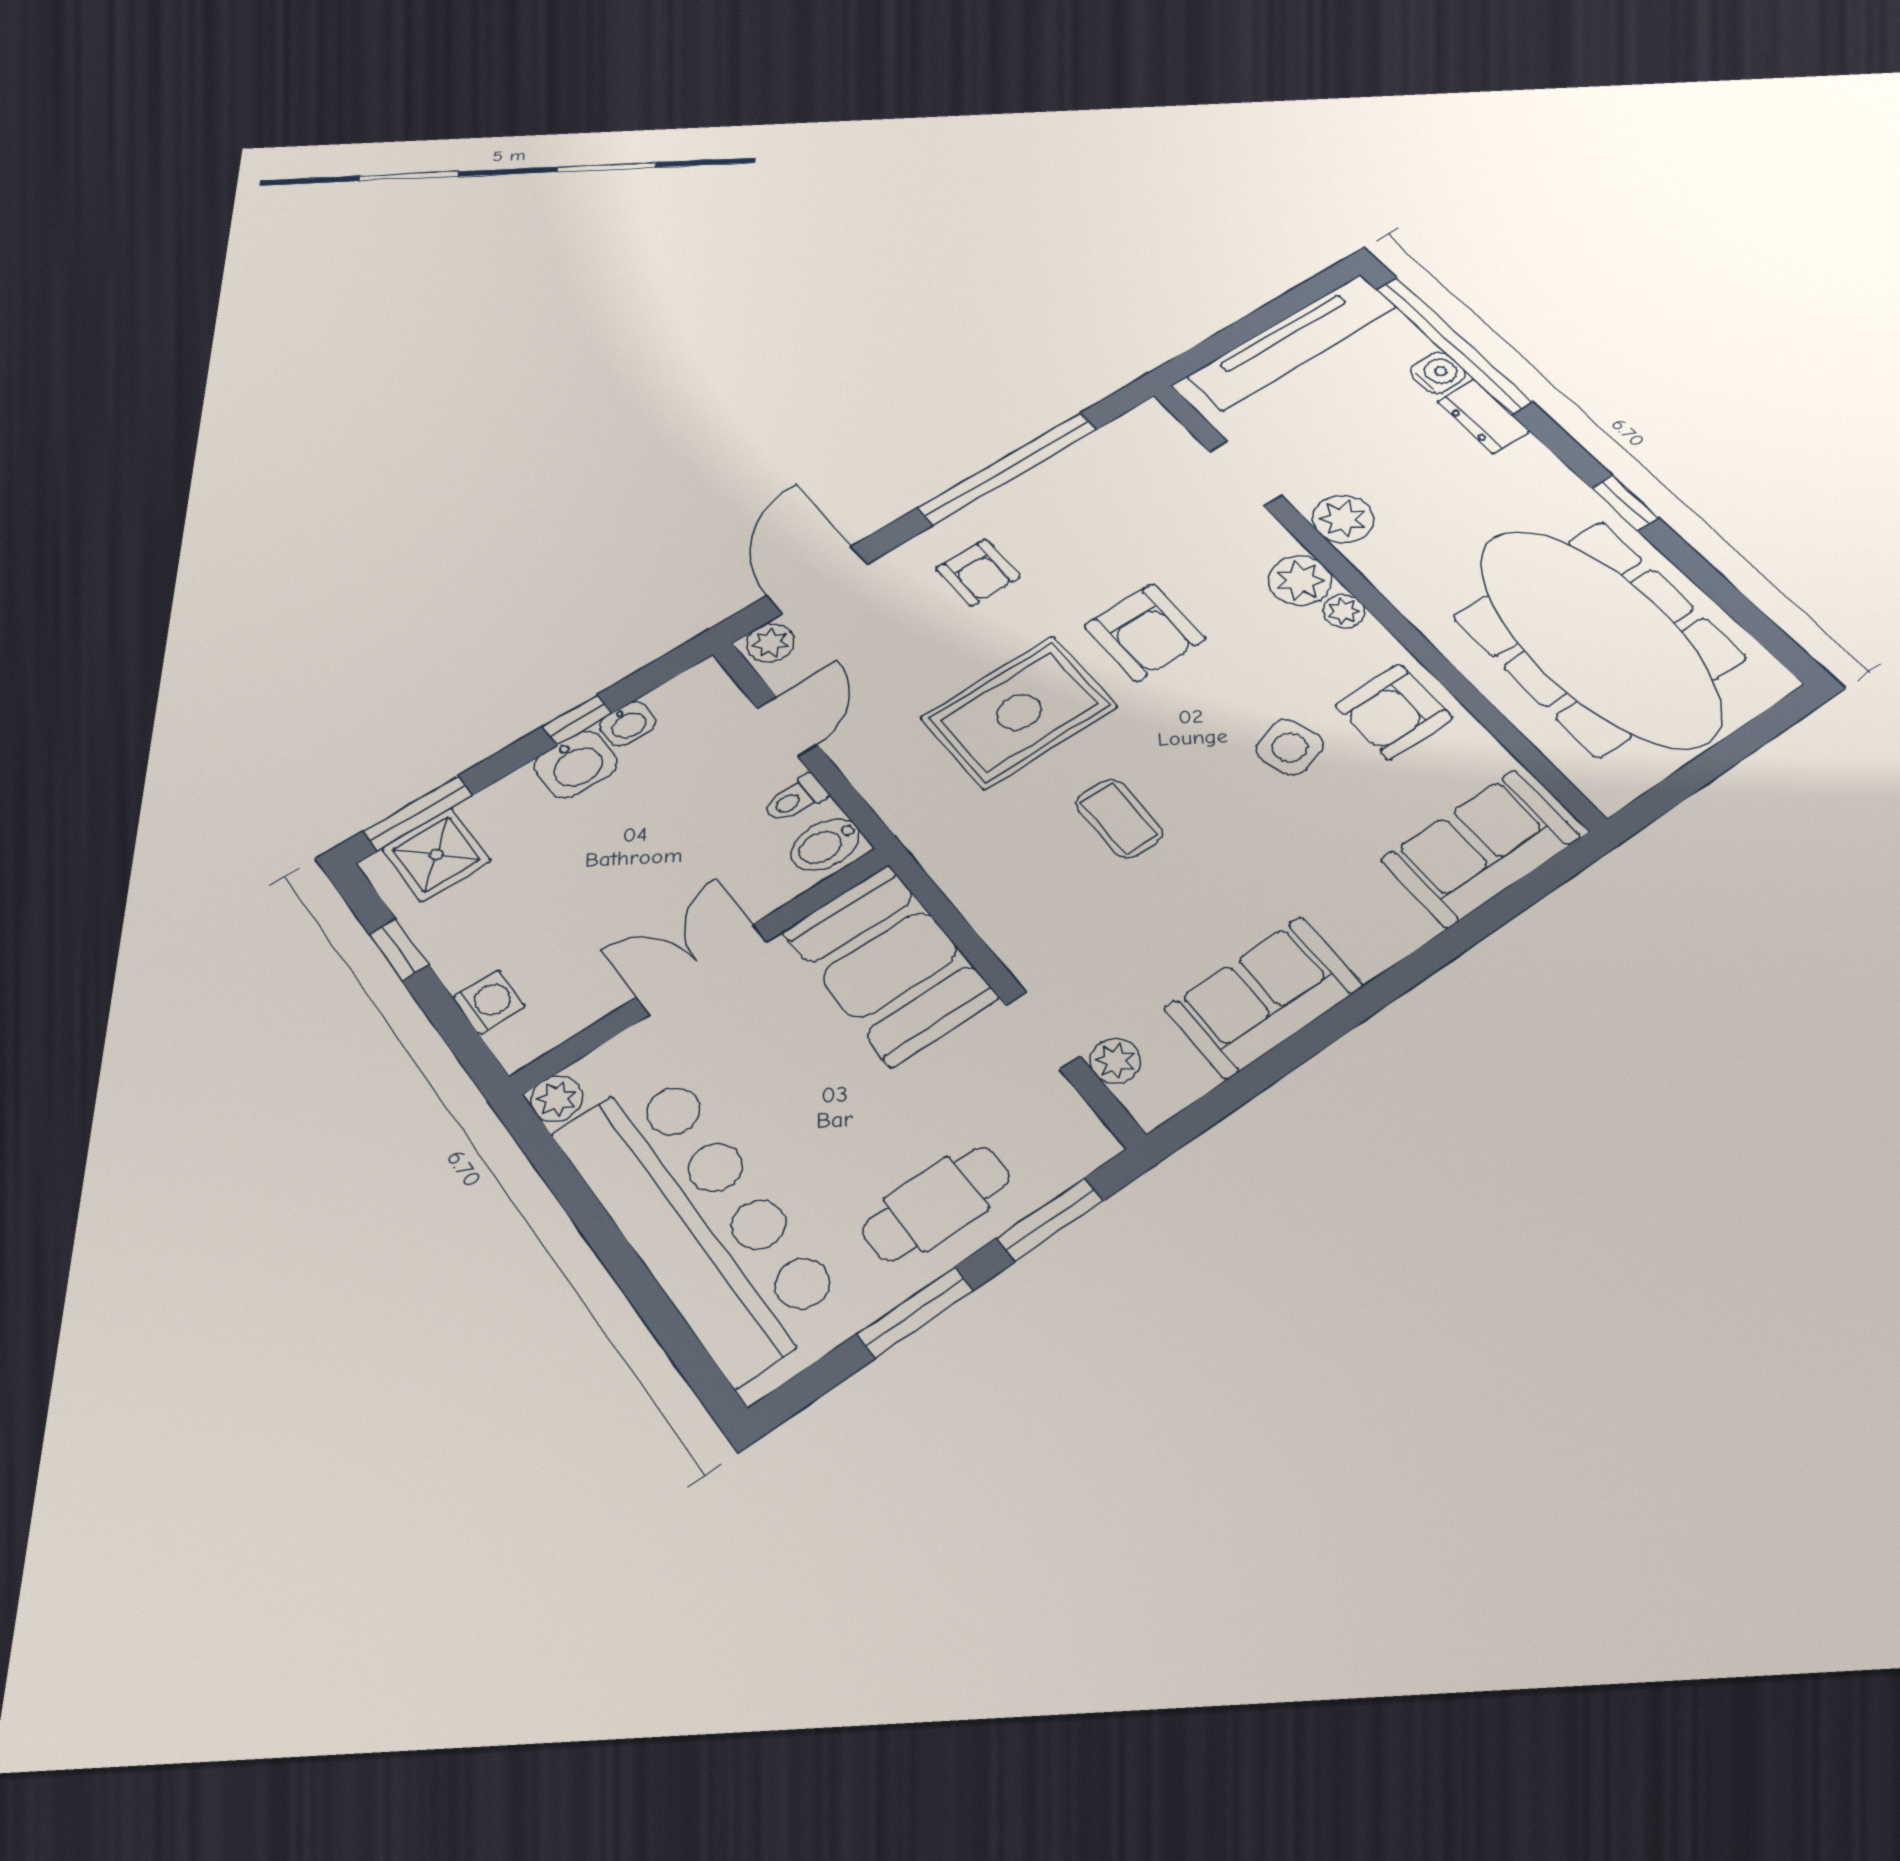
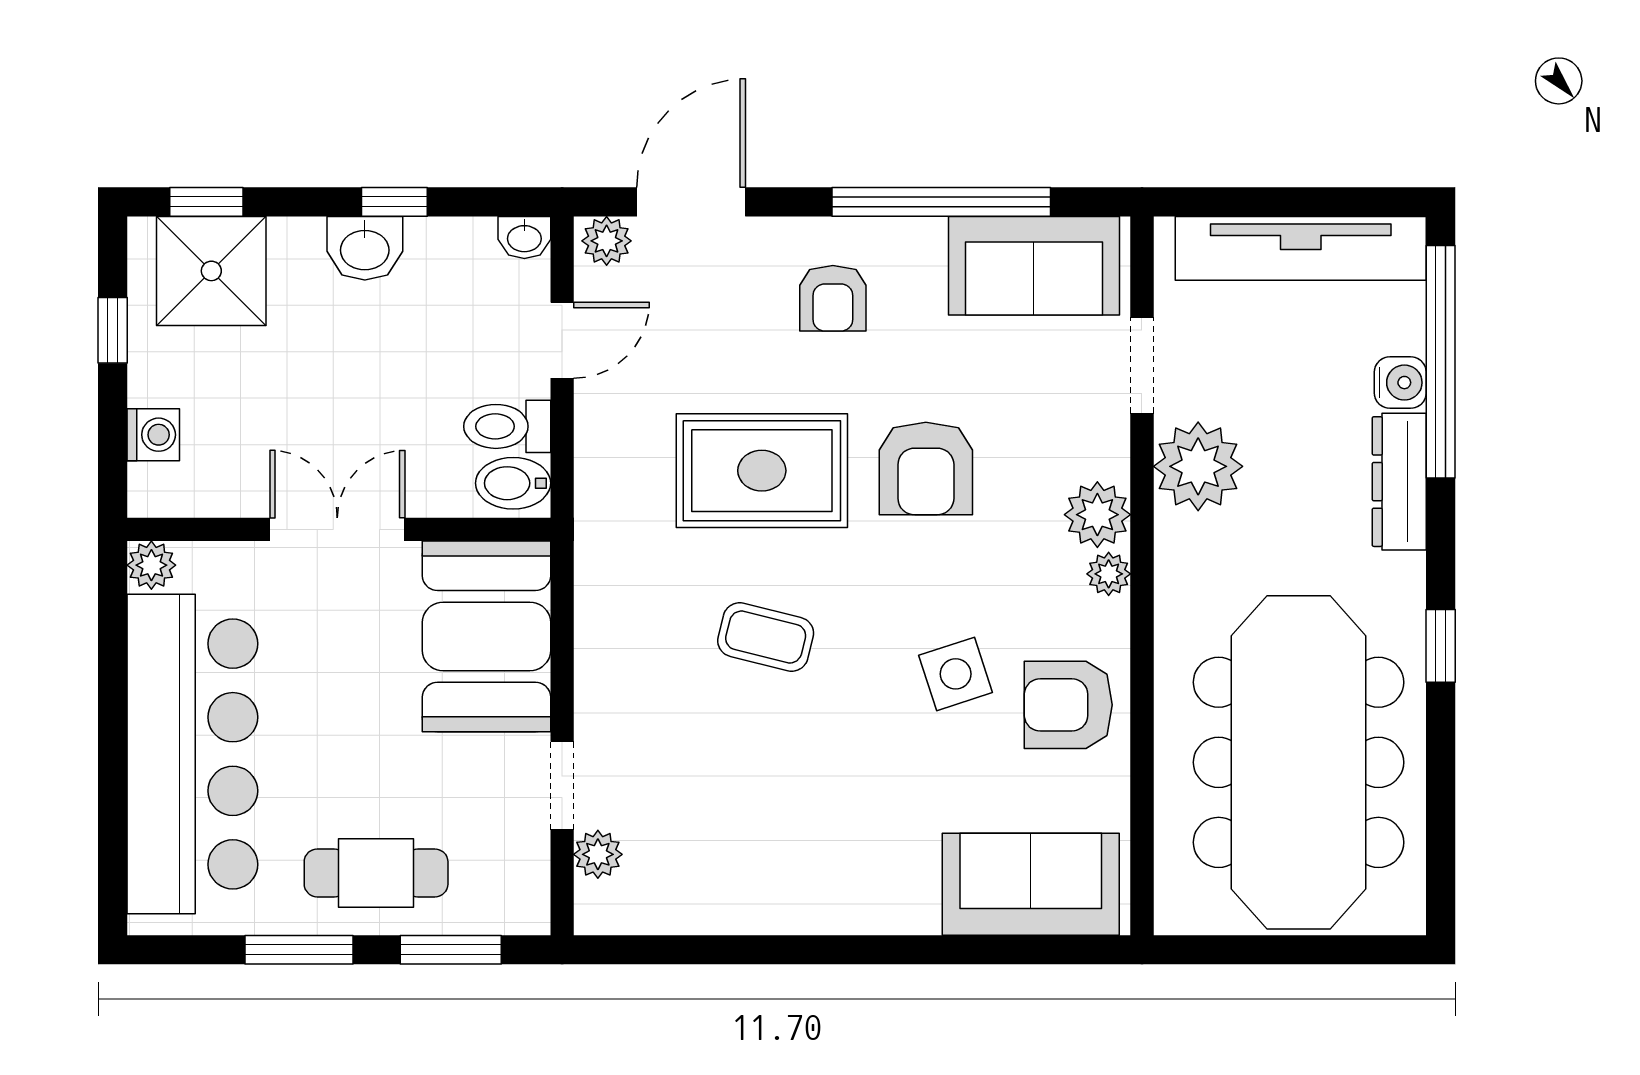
dresser: (1483, 416) -> (1399, 482), width x1.44
plant: (1343, 519) -> (1198, 466), width x1.36, depth x1.36
washbasin: (628, 724) -> (524, 237), moved
toilet: (795, 799) -> (507, 426), width x1.37, depth x1.39
window: (418, 813) -> (206, 202), width x0.67
coffee table: (1119, 818) -> (766, 637), turned -76
shower: (436, 855) -> (211, 271), width x1.36, depth x1.36
sofa: (1264, 997) -> (1034, 266), moved, turned 180

